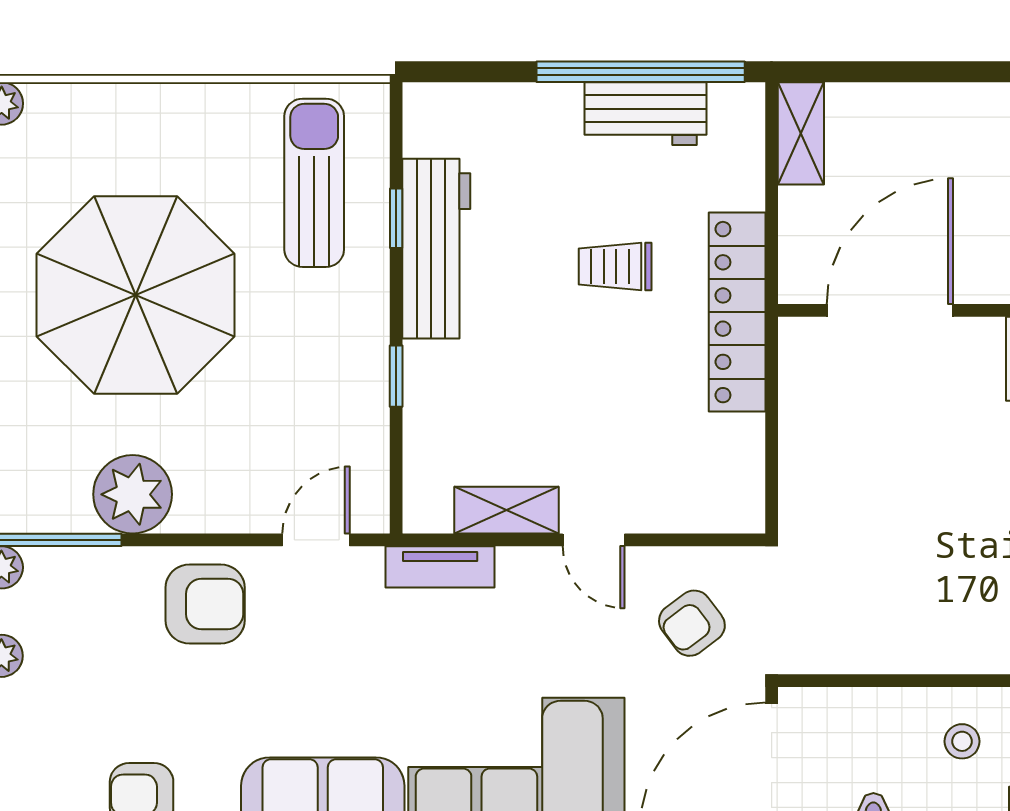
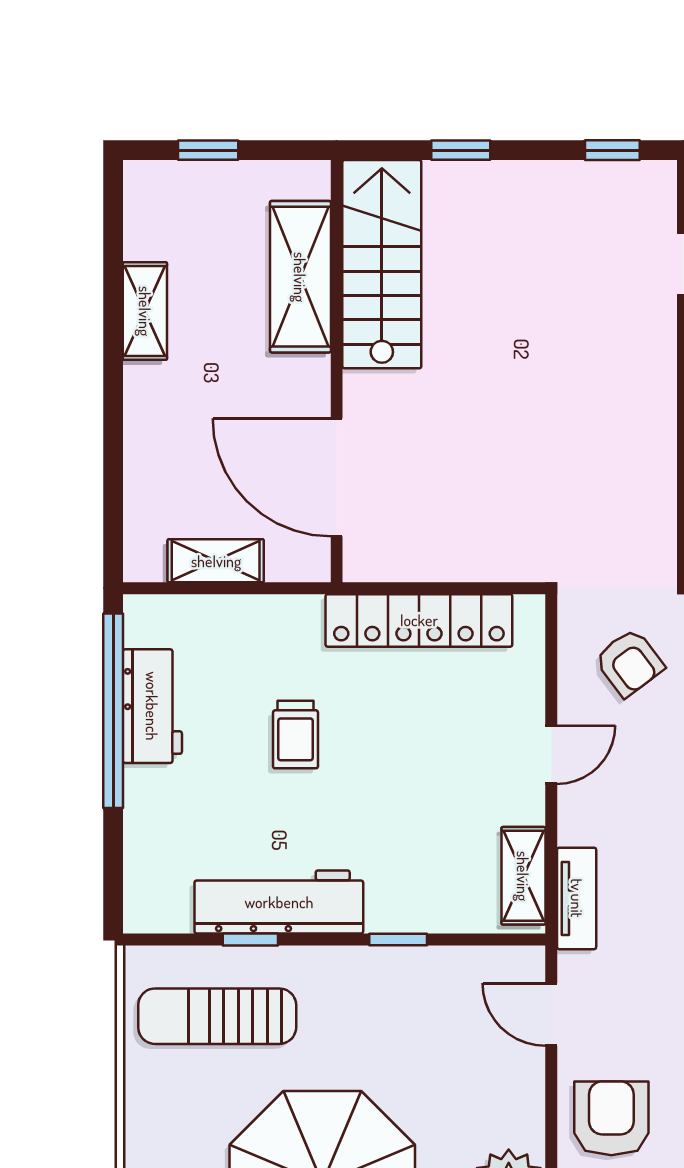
shelving: (801, 133) -> (216, 561), moved
locker: (737, 312) -> (419, 620), moved
shelving: (506, 510) -> (523, 876), moved

